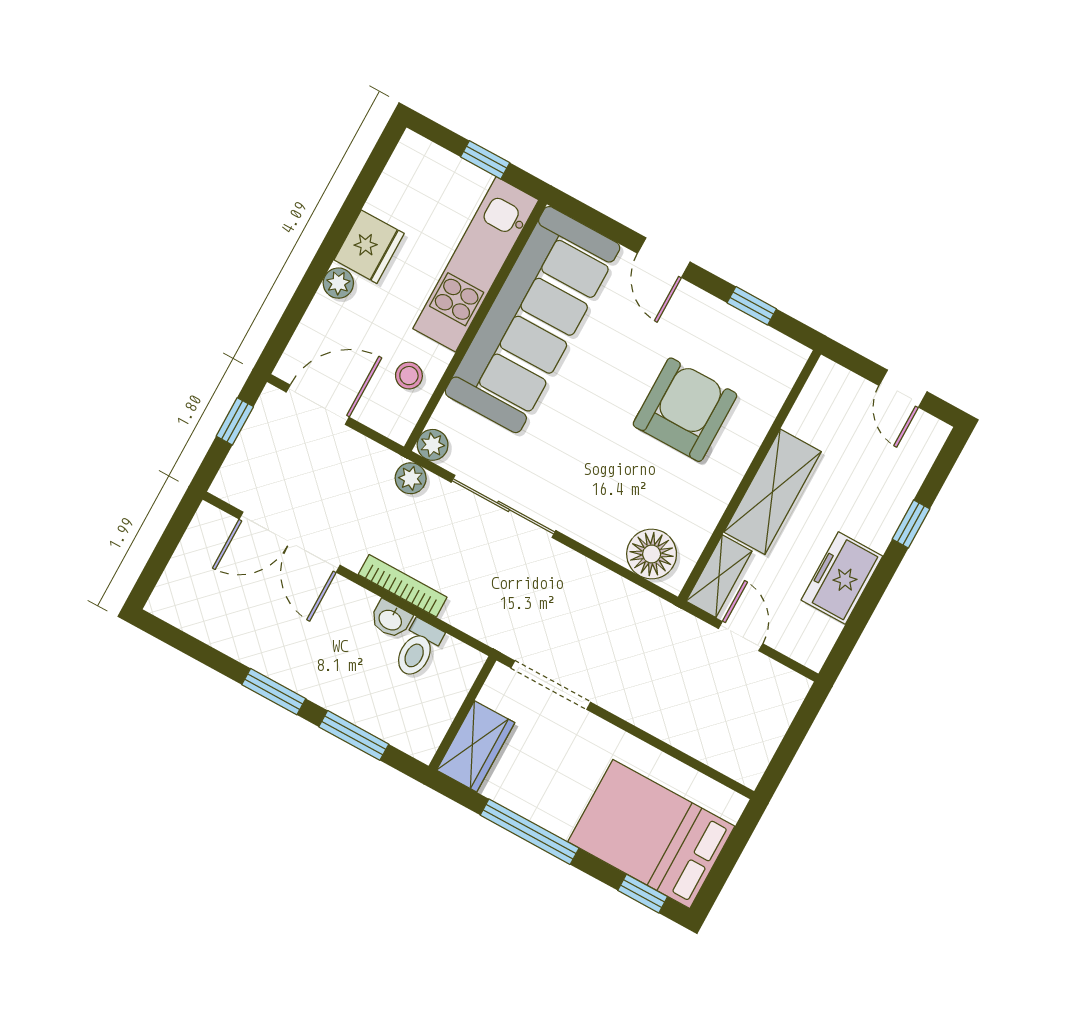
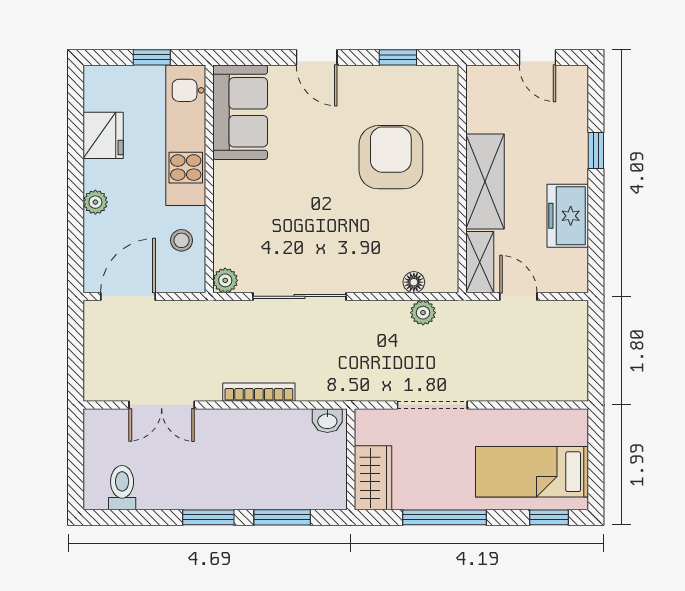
fridge: (369, 247) -> (103, 135), moved
sofa: (532, 320) -> (240, 112), width x0.54, depth x0.79
window: (235, 421) -> (76, 341), removed
plant: (411, 478) -> (423, 313), moved
double door: (290, 542) -> (162, 405), width x0.73
floor lamp: (652, 554) -> (414, 282), width x0.53, depth x0.53
washbasin: (391, 619) -> (327, 421), moved
toilet: (418, 649) -> (122, 488), moved, turned 180
doorway: (551, 685) -> (432, 405), moved
bed: (651, 834) -> (532, 472), width x0.67

